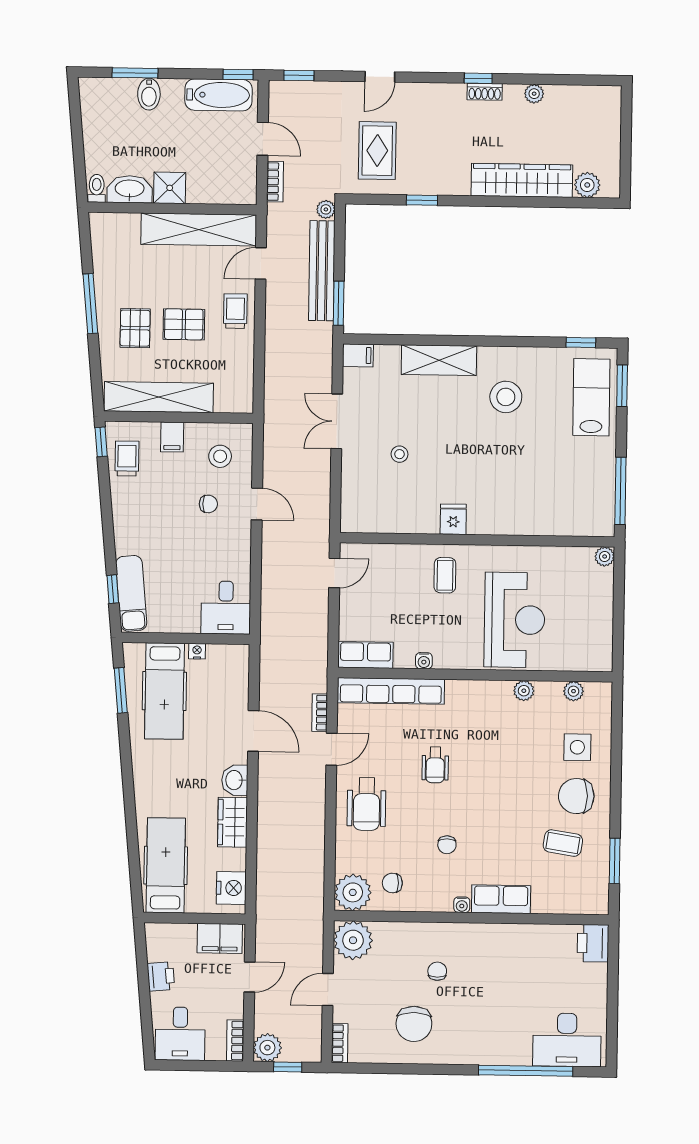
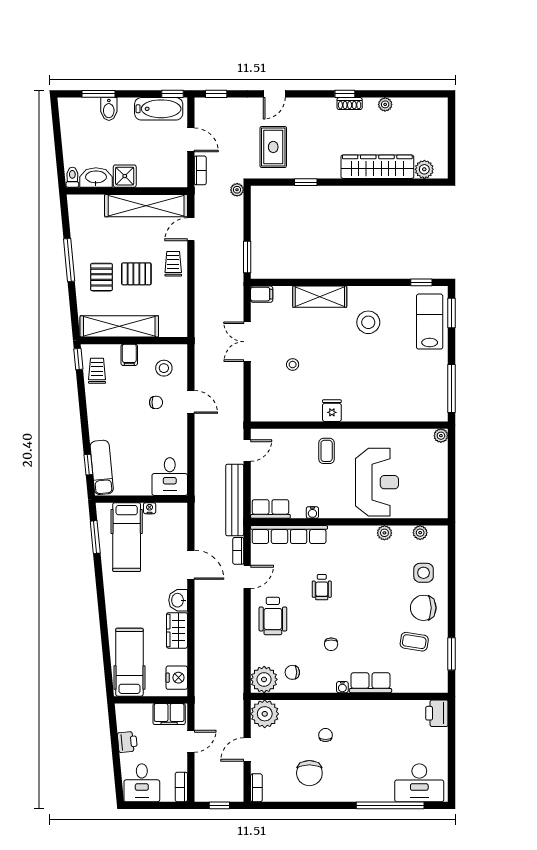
bench: (322, 271) -> (235, 500), moved
plant: (267, 1048) -> (205, 792), removed

